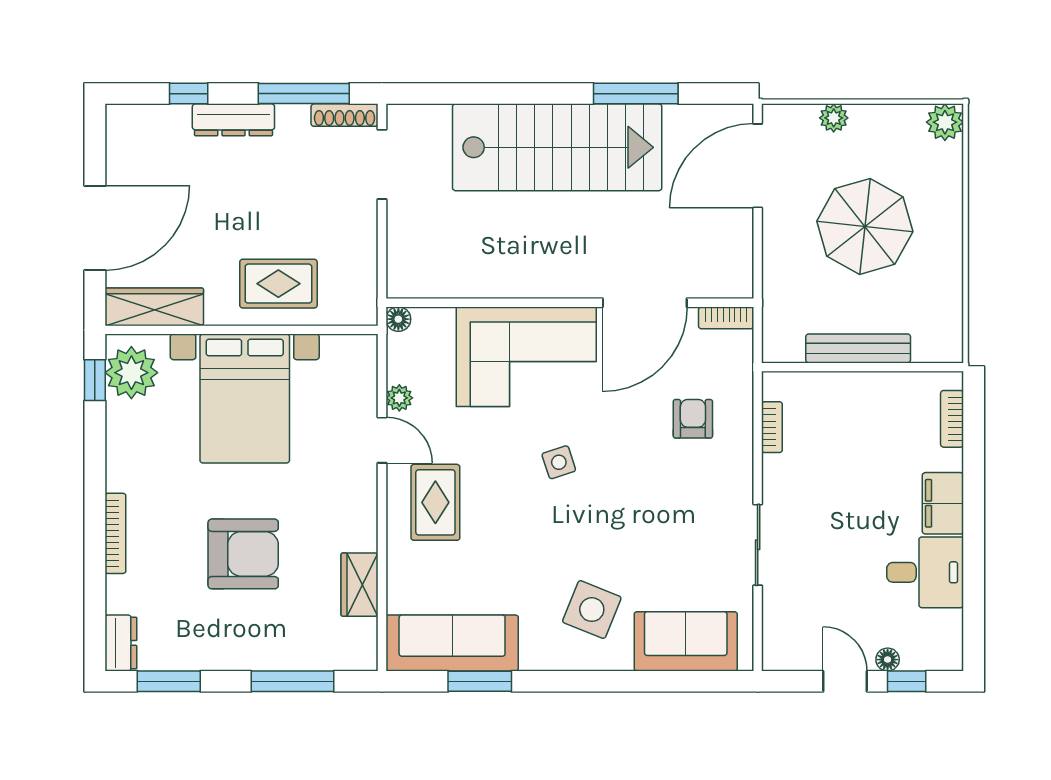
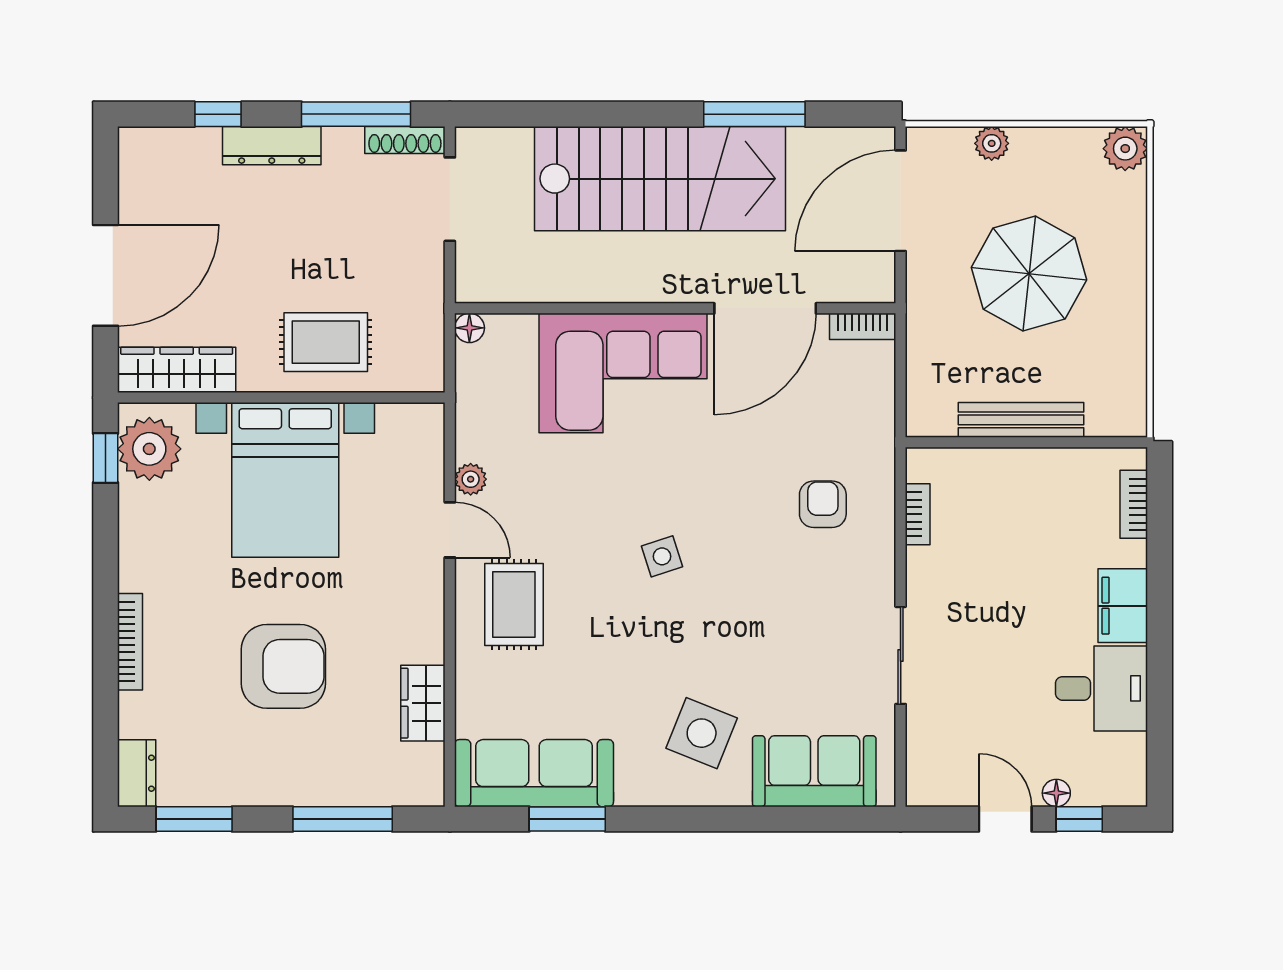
wall: (570, 303) -> (675, 308), moved
door: (645, 303) -> (765, 308), moved
bookcase: (726, 318) -> (863, 326), moved
floor lamp: (398, 319) -> (469, 328), moved
corner sofa: (526, 357) -> (623, 373), moved

